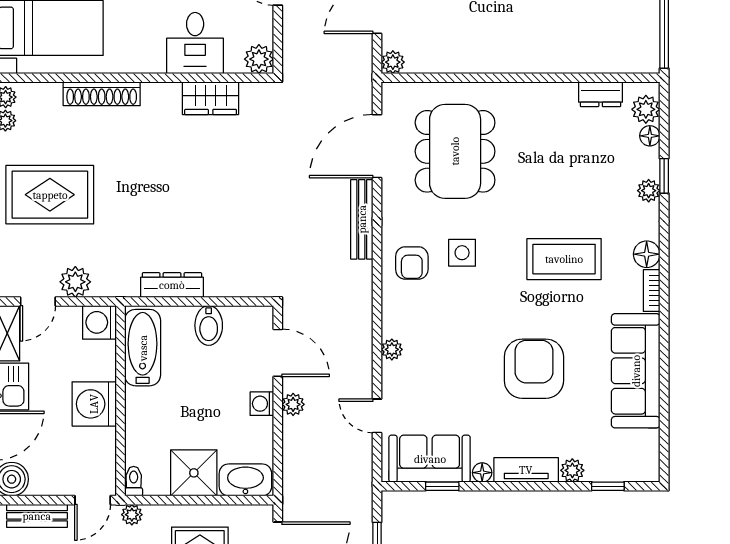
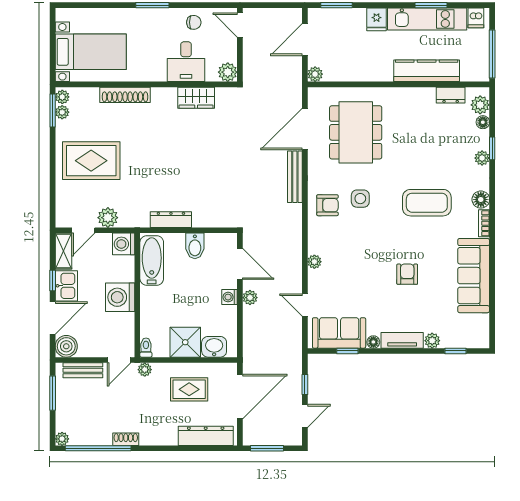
kitchen counter: (564, 57) -> (427, 71), added
armchair: (412, 263) -> (327, 205), turned -90
armchair: (534, 369) -> (407, 274), width x0.53, depth x0.53
washbasin: (245, 480) -> (214, 347), width x0.72

